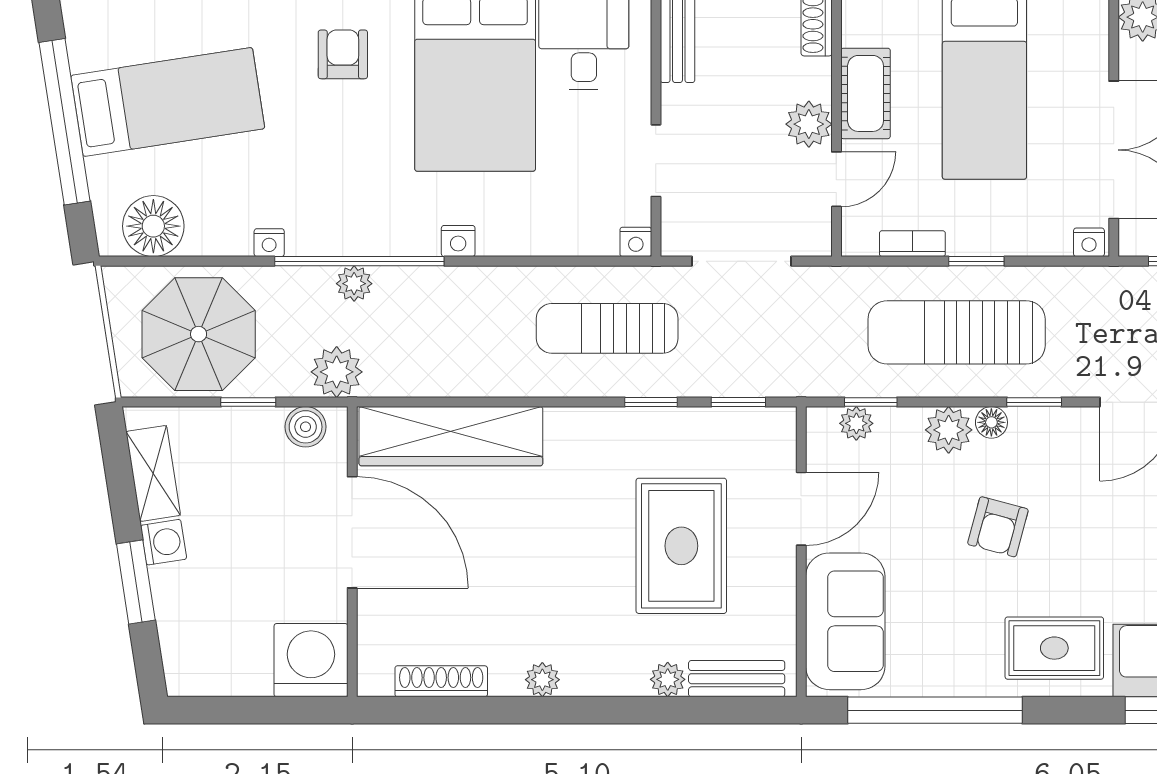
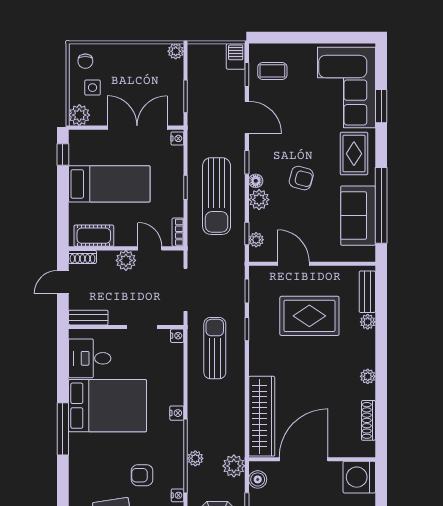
armchair: (343, 54) -> (142, 475), moved
cot: (866, 93) -> (94, 236), moved
bookcase: (912, 244) -> (178, 232), moved
sun lounger: (607, 328) -> (215, 348), turned 180
sofa: (845, 621) -> (358, 216), moved, turned -90

